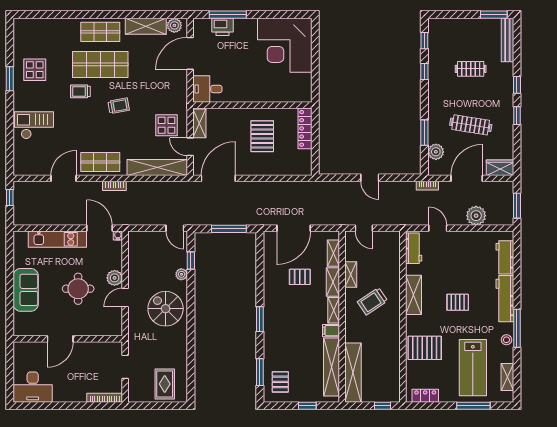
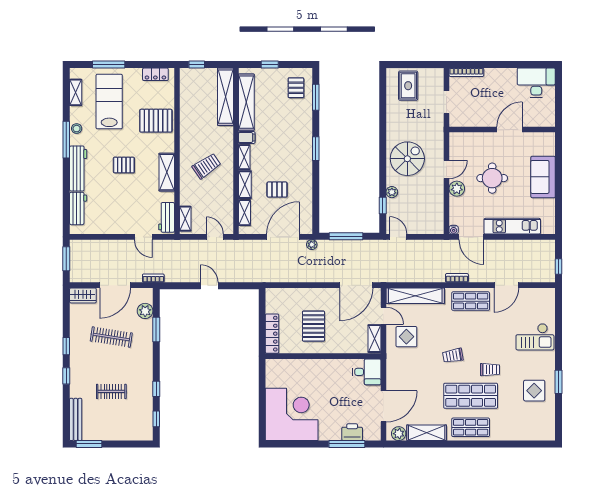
plant: (476, 216) -> (312, 245), moved, width x0.53, depth x0.53
shelving: (351, 274) -> (185, 219), moved
spiral stairs: (166, 309) -> (407, 159), turned -90

